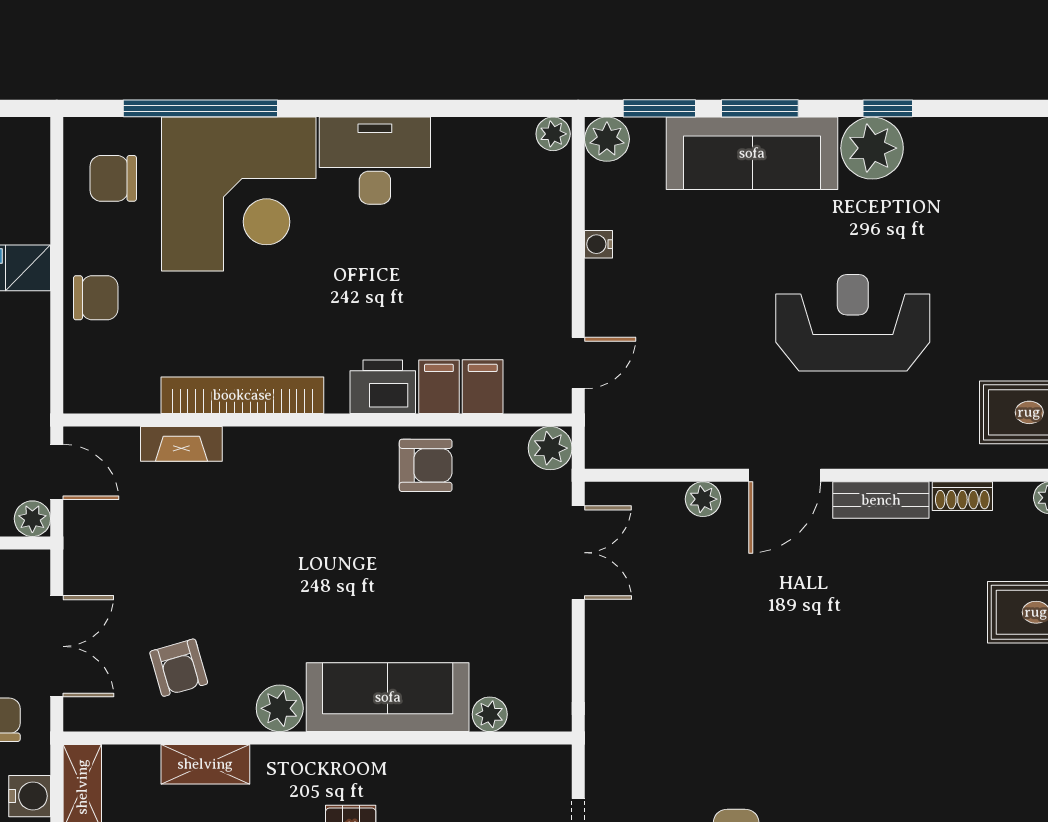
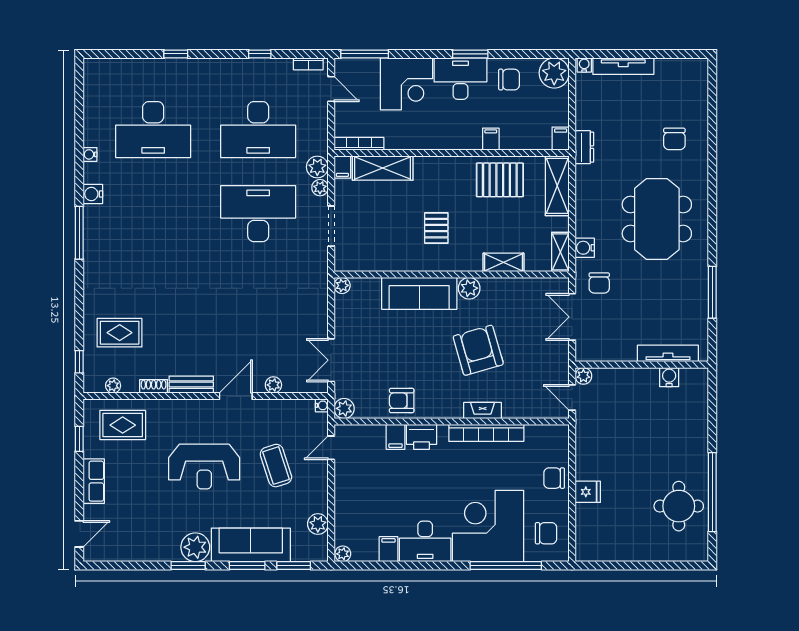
window: (888, 108) -> (188, 566), width x1.50
plant: (607, 139) -> (318, 524), moved
water cooler: (599, 244) -> (322, 405), moved
coffee table: (698, 325) -> (276, 466), added
filing cabinet: (483, 387) -> (388, 549), moved, turned 180
fireplace: (181, 444) -> (483, 410), moved
armchair: (179, 668) -> (478, 350), moved, width x1.88, depth x1.88
plant: (490, 714) -> (342, 285), moved

